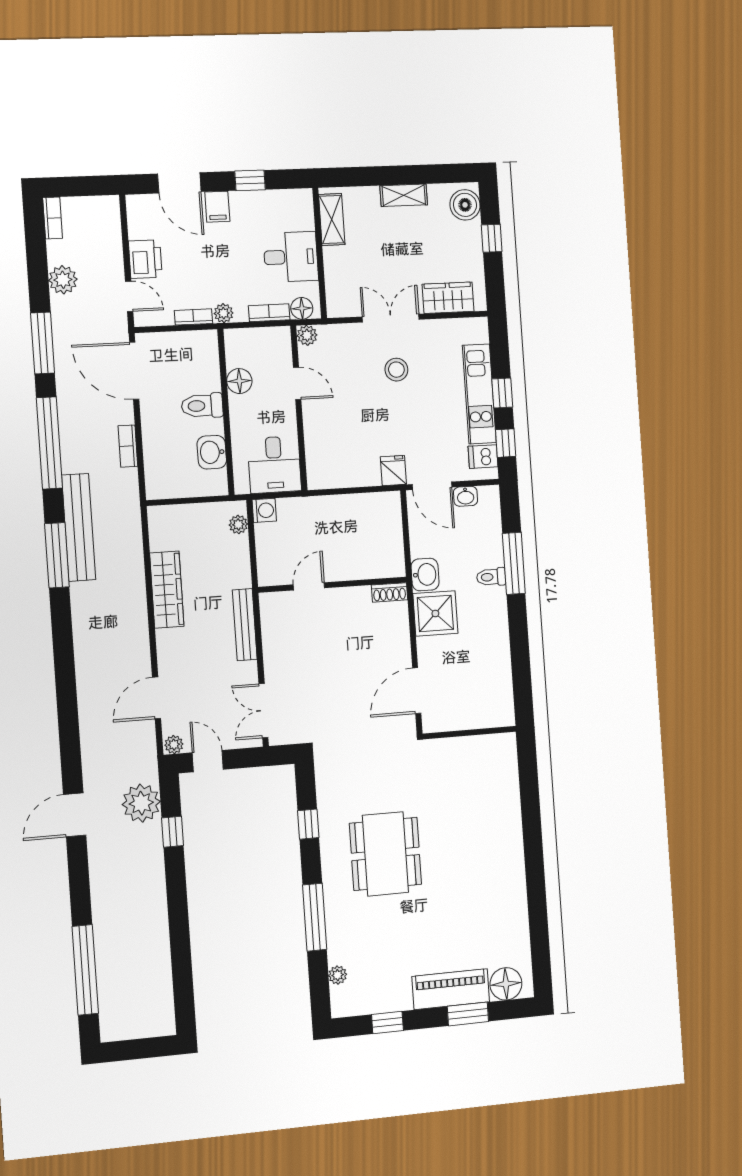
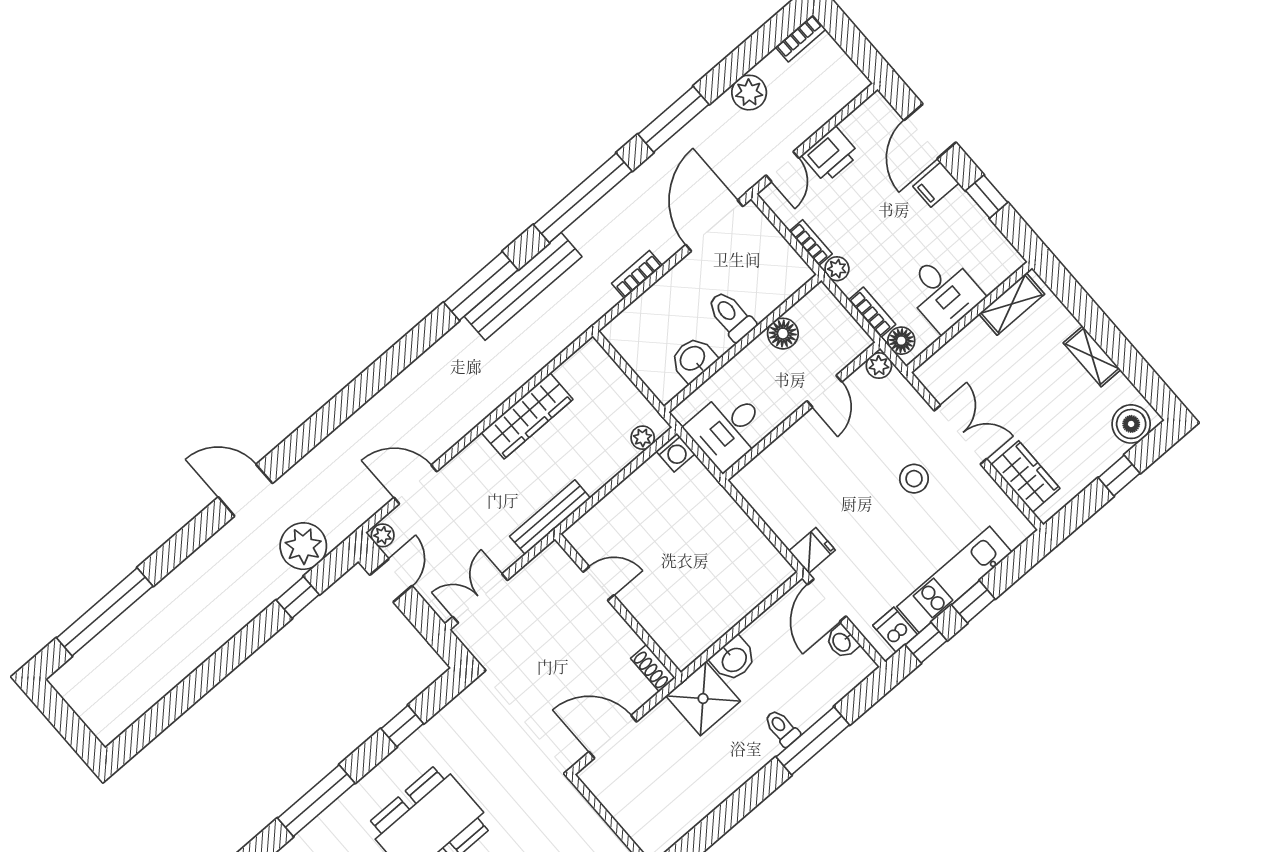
wall: (333, 585) -> (618, 606), moved
door: (309, 586) -> (599, 584), moved
shoe rack: (389, 592) -> (653, 668), moved

